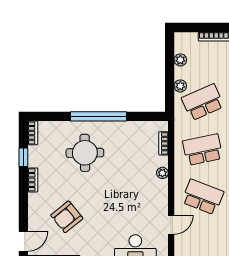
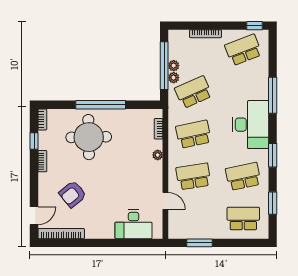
plant: (180, 60) -> (174, 66), moved
window: (170, 72) -> (164, 66), added
round table: (85, 153) -> (89, 137), width x1.36, depth x1.36
school desk: (203, 197) -> (193, 176), turned -30
door: (171, 225) -> (165, 201), hinge flipped

